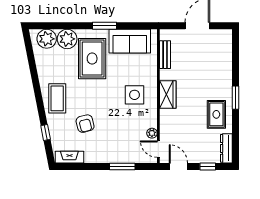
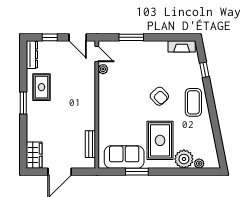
window: (104, 26) -> (137, 172), moved
plant: (47, 39) -> (199, 164), width x0.53, depth x0.53
wardrobe: (168, 94) -> (34, 155), moved, turned 180
side table: (135, 95) -> (120, 106), removed
armchair: (85, 124) -> (159, 96), moved, turned 151

